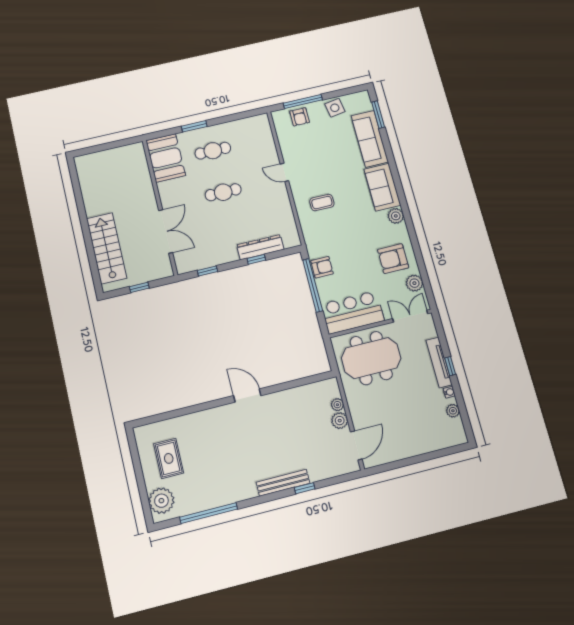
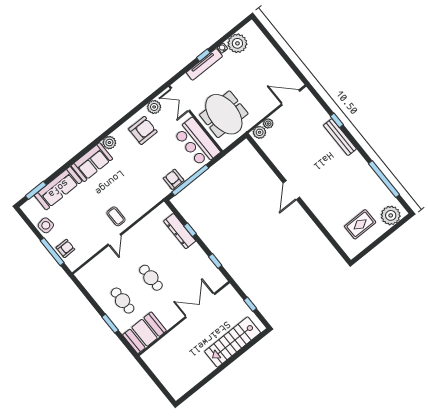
coffee table: (322, 203) -> (116, 216), moved
armchair: (393, 259) -> (143, 130), turned -90
plant: (453, 411) -> (237, 43), width x1.88, depth x1.88
plant: (340, 421) -> (260, 132), moved

